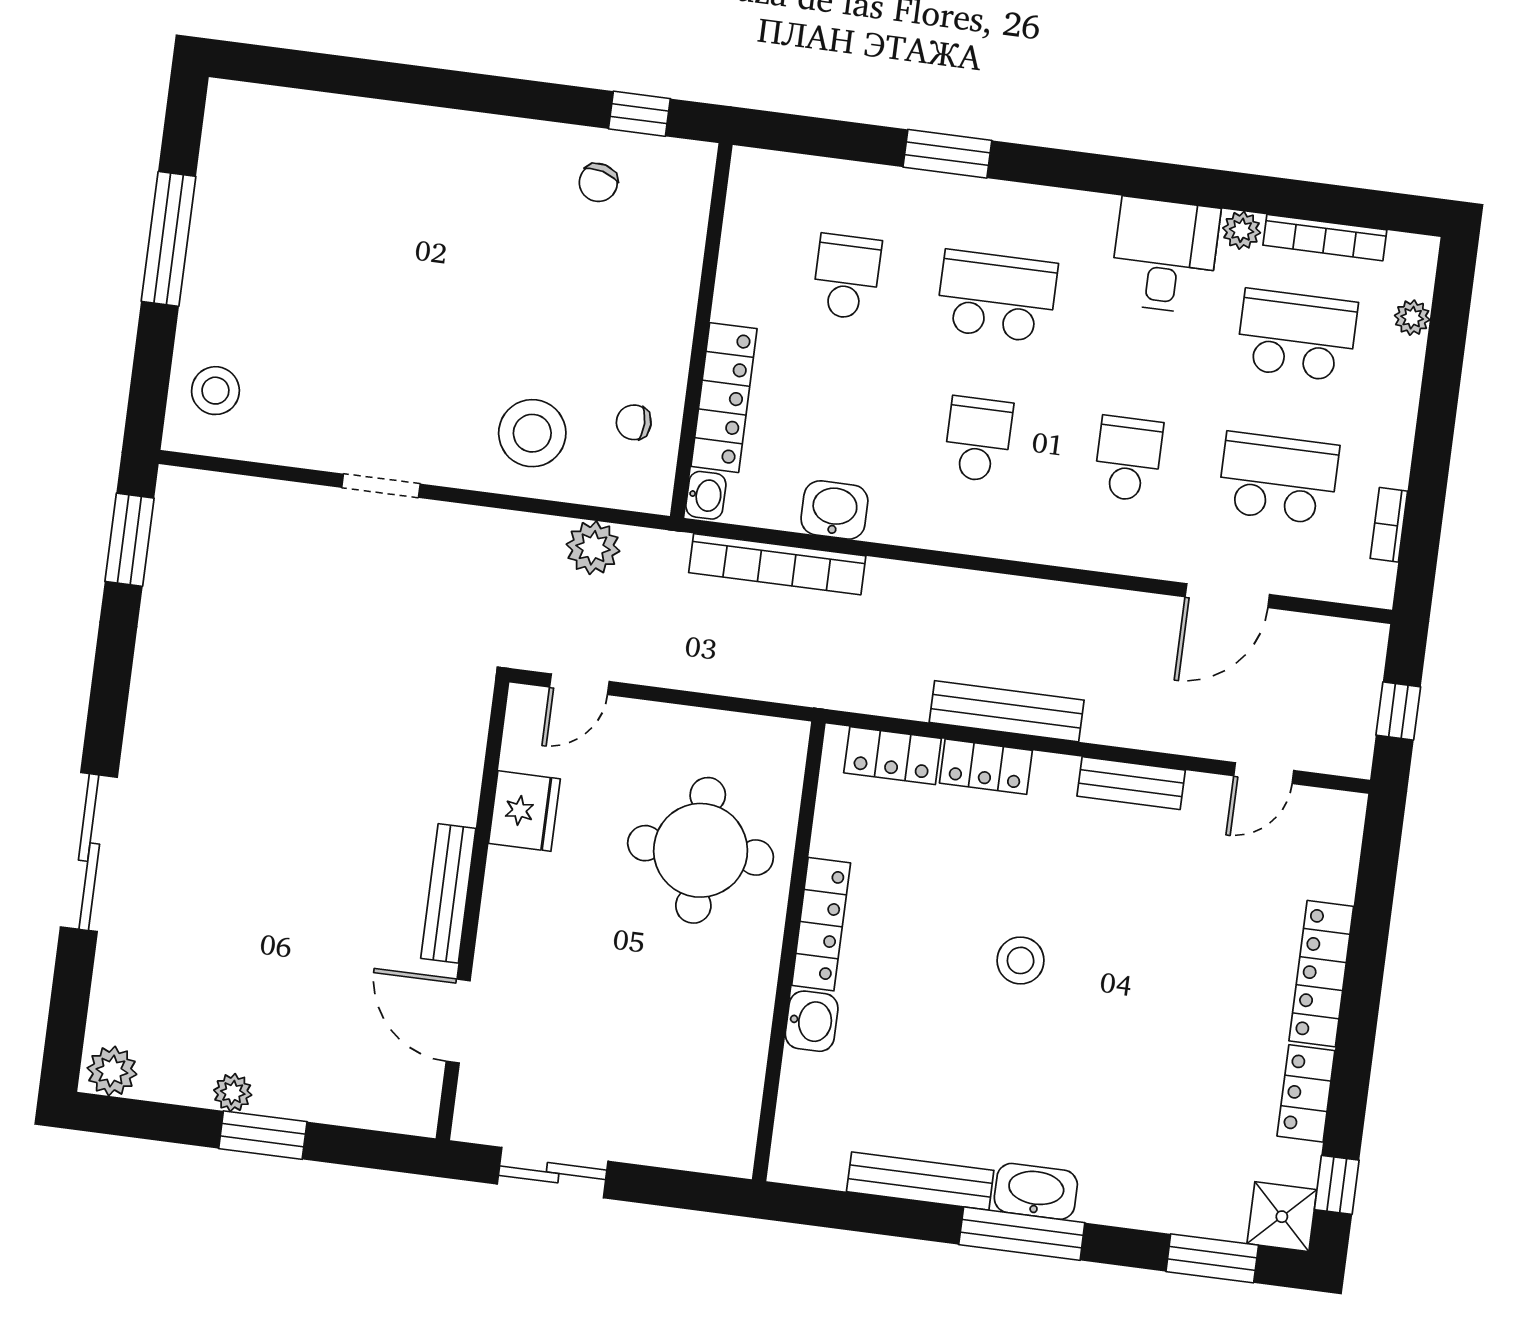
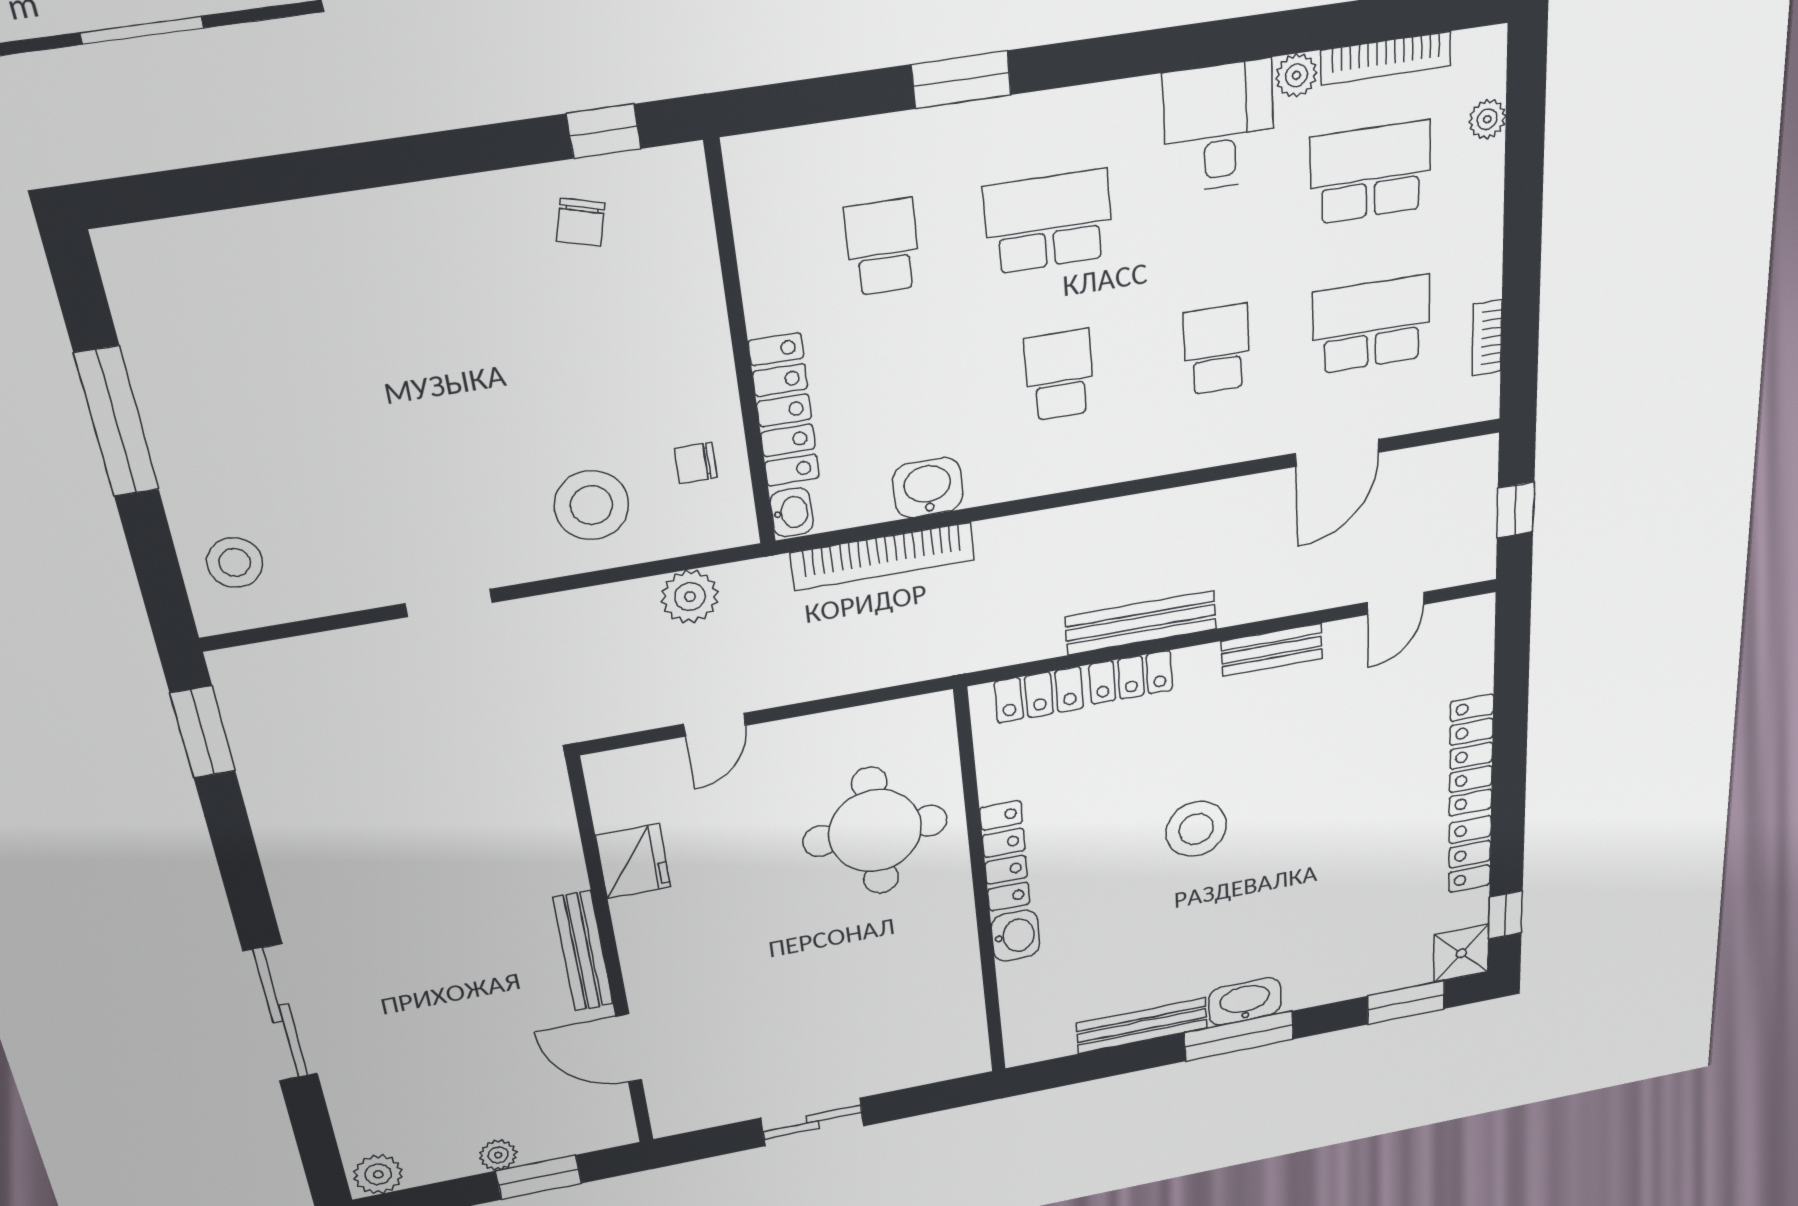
fridge: (524, 811) -> (633, 861), moved
bench: (448, 893) -> (583, 951), moved
wall: (472, 910) -> (611, 958), moved
stool: (1021, 960) -> (1196, 829), width x1.38, depth x1.38
door: (458, 1021) -> (629, 1048), moved

